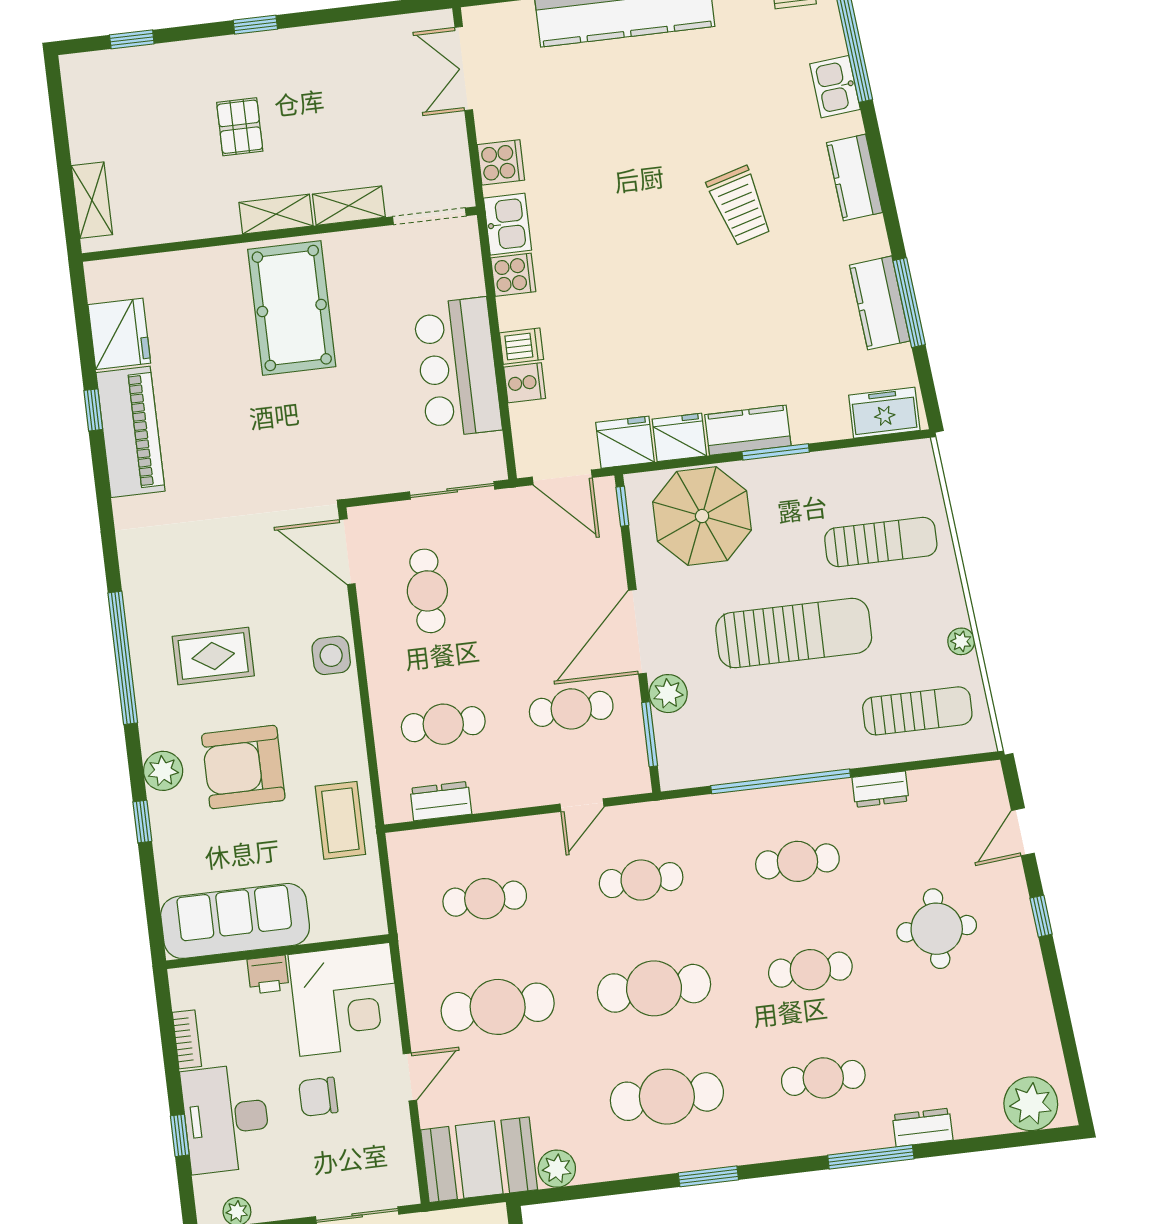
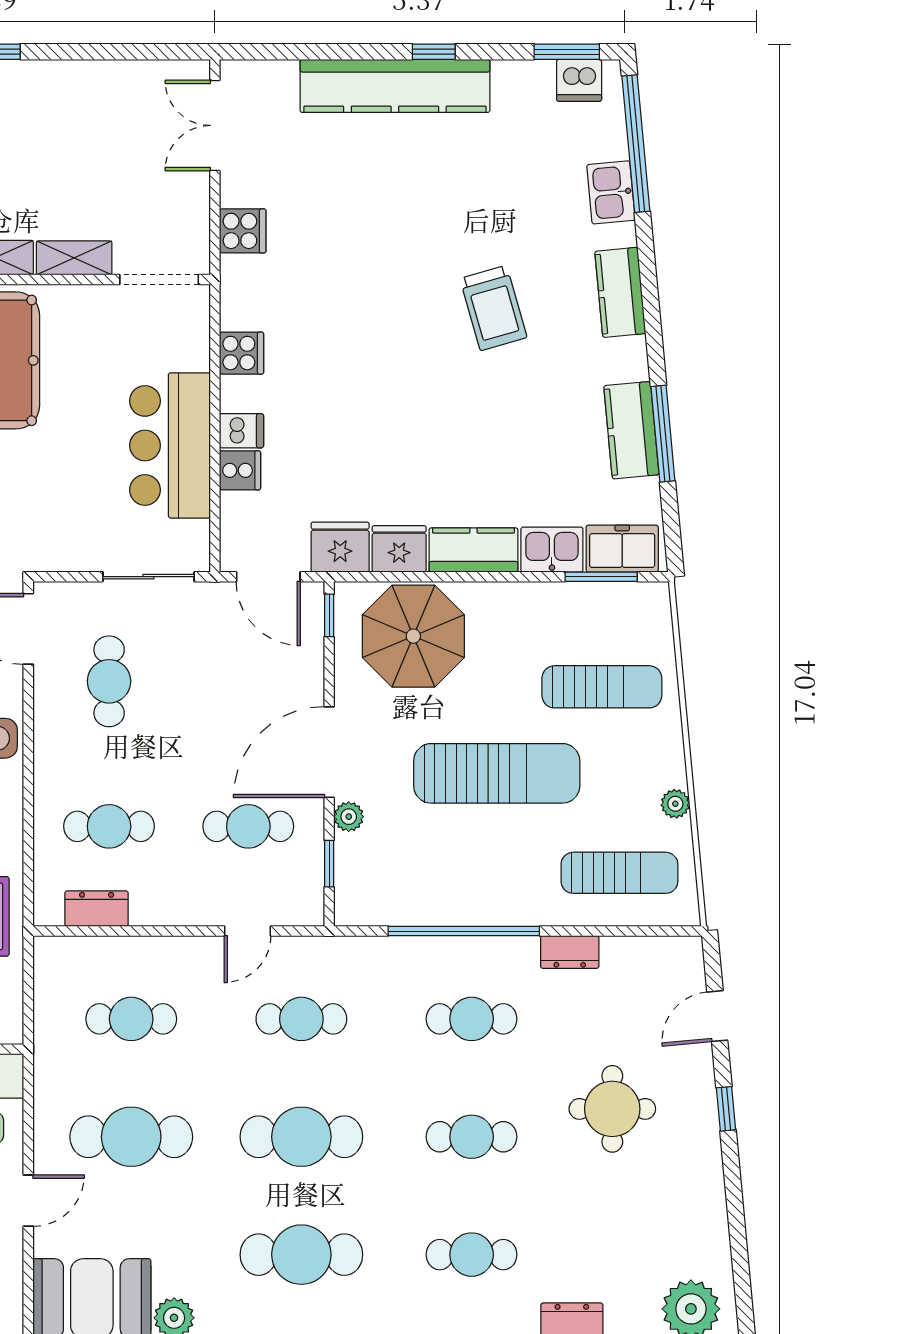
kitchen sink: (507, 224) -> (552, 550), moved, turned -90
window: (776, 452) -> (601, 577), moved
plant: (668, 694) -> (349, 817), width x0.73, depth x0.73
window: (650, 734) -> (329, 864), width x0.67

